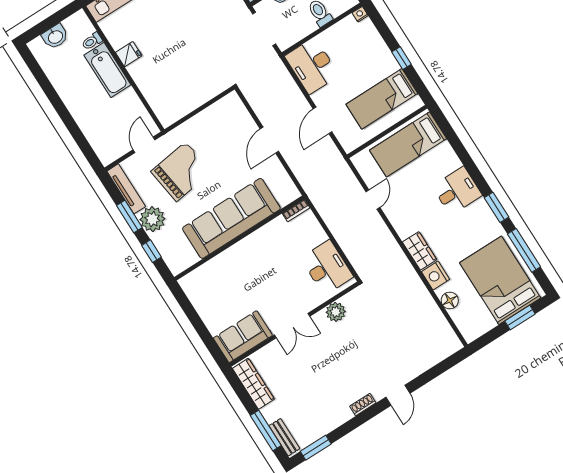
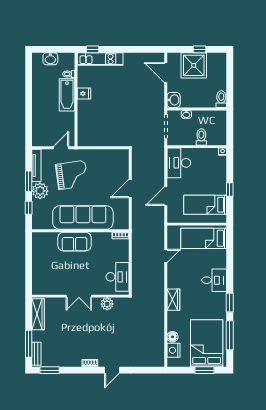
nightstand: (436, 275) -> (173, 350), moved
sofa: (243, 337) -> (75, 242), moved, turned 180

